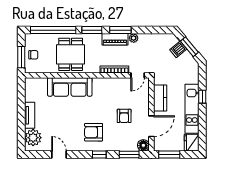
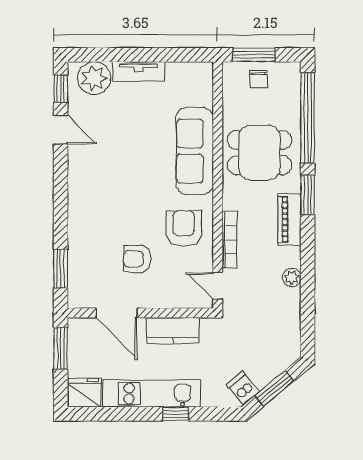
window: (120, 30) -> (308, 252), removed
piano: (115, 39) -> (289, 219), moved
dishwasher: (178, 49) -> (243, 388), moved
armchair: (94, 132) -> (184, 228), moved
floor lamp: (143, 145) -> (79, 297), removed
door: (59, 155) -> (61, 130), hinge flipped
window: (99, 155) -> (61, 89), moved

